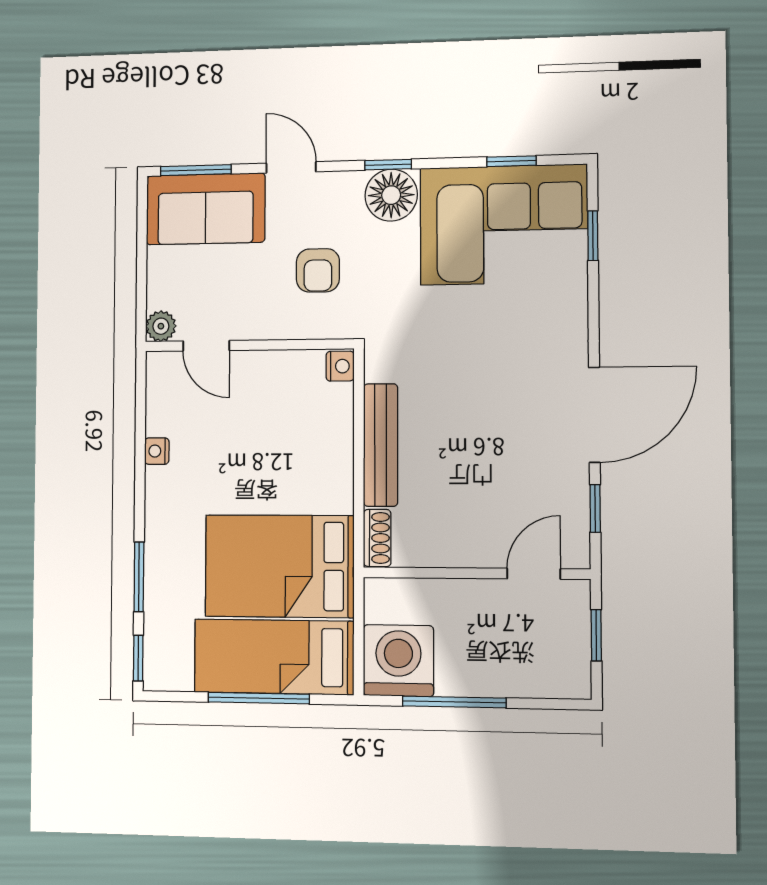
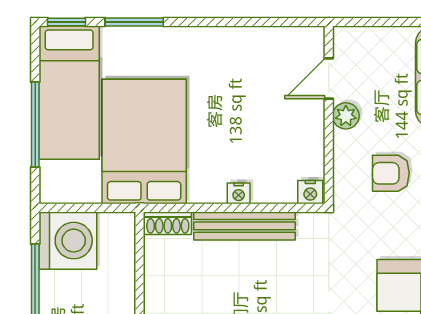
plant: (161, 326) -> (346, 116), moved
nightstand: (157, 451) -> (239, 193), moved, turned 180
bed: (274, 657) -> (69, 93), moved, turned 180

